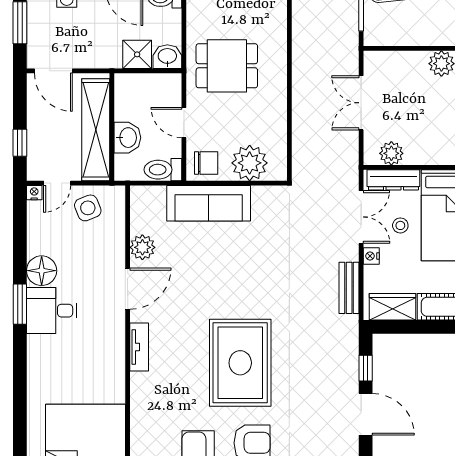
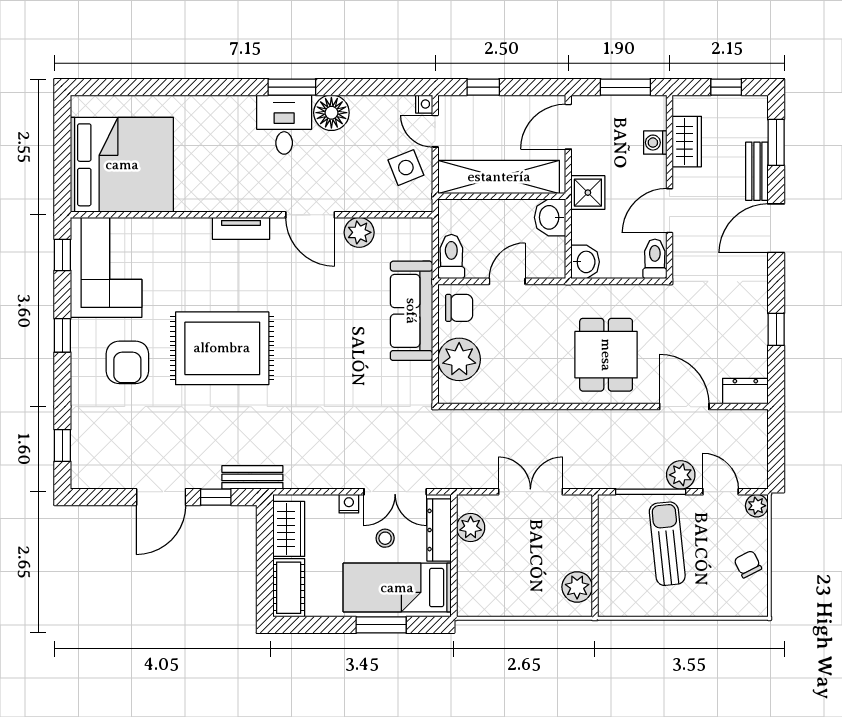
shower: (137, 54) -> (588, 193), moved
dining table: (227, 66) -> (606, 355), moved
washbasin: (127, 138) -> (550, 217), moved, turned 90
chair: (206, 163) -> (459, 308), turned -90
bench: (349, 288) -> (252, 477), moved

